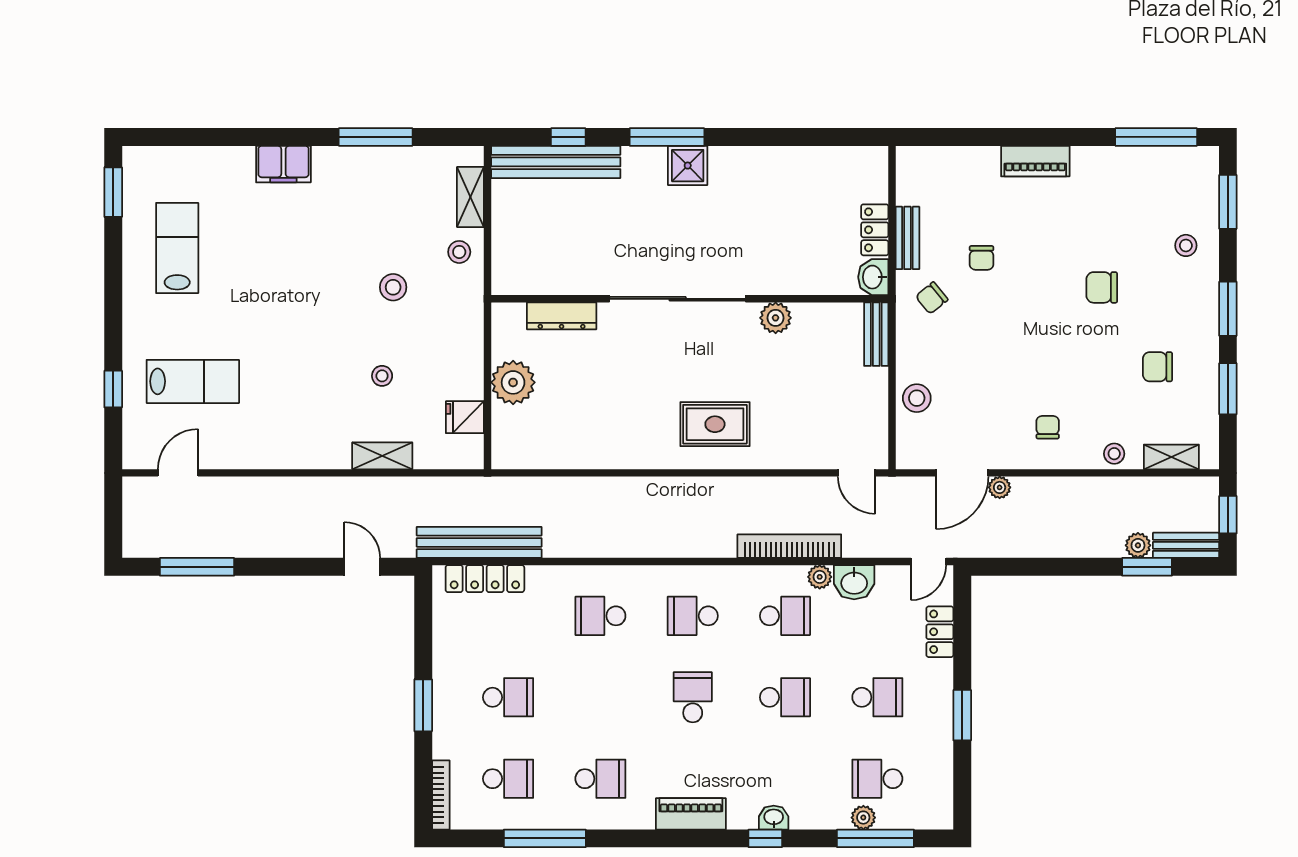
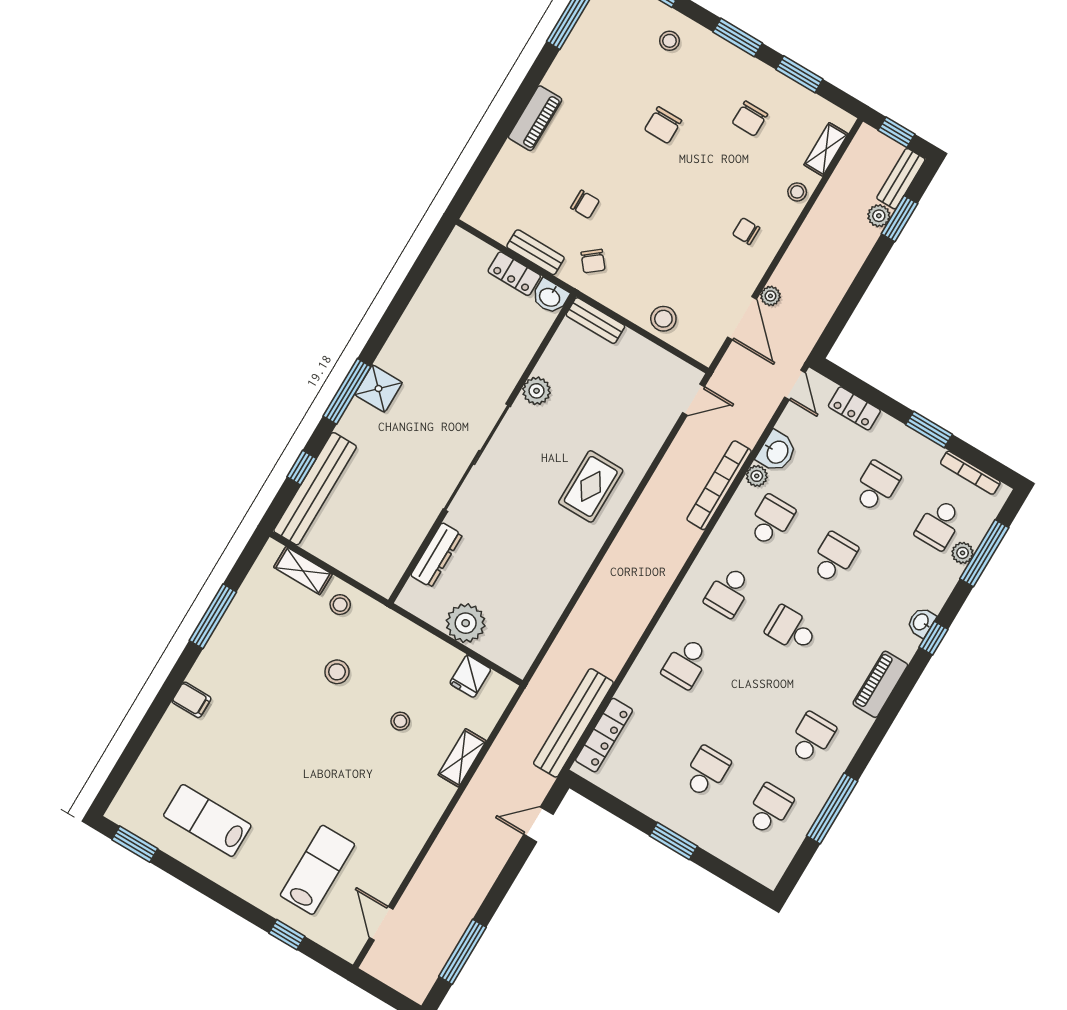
filing cabinet: (283, 164) -> (191, 700), width x0.50
bookcase: (441, 795) -> (970, 473), moved, turned 180

